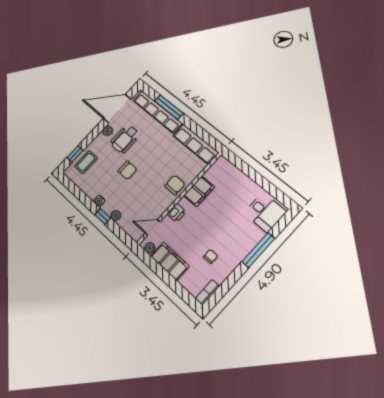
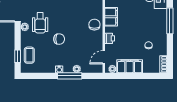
window: (103, 216) -> (70, 76), width x2.17

